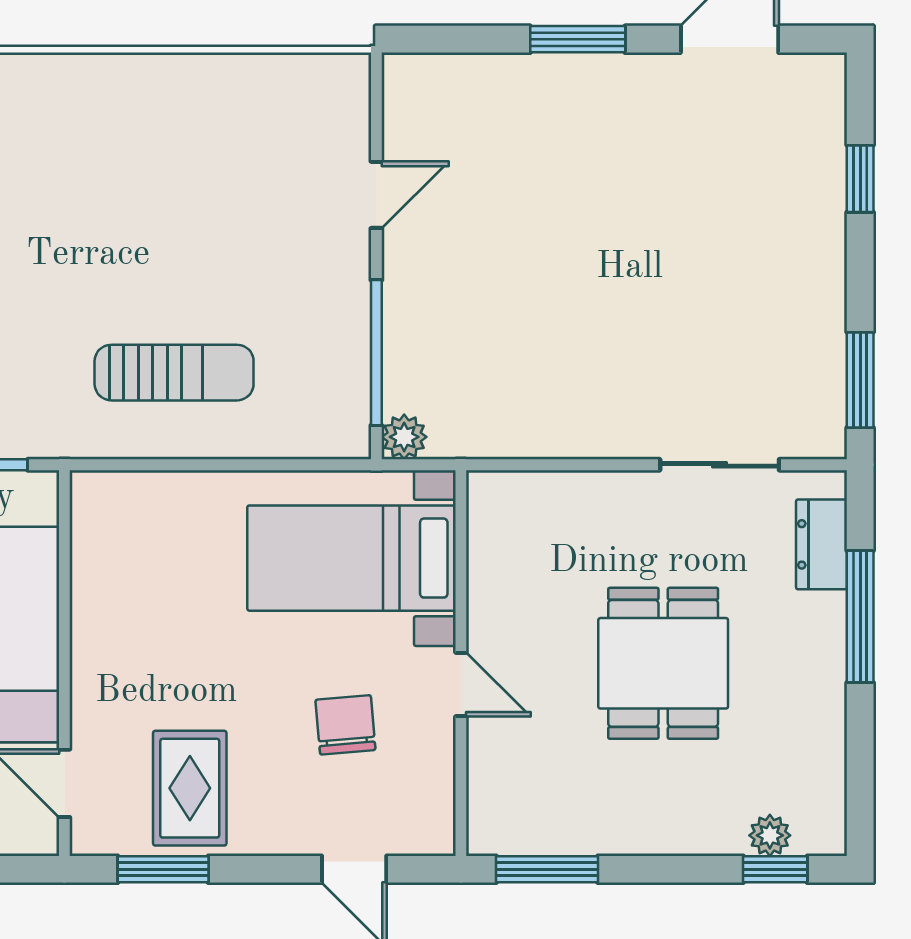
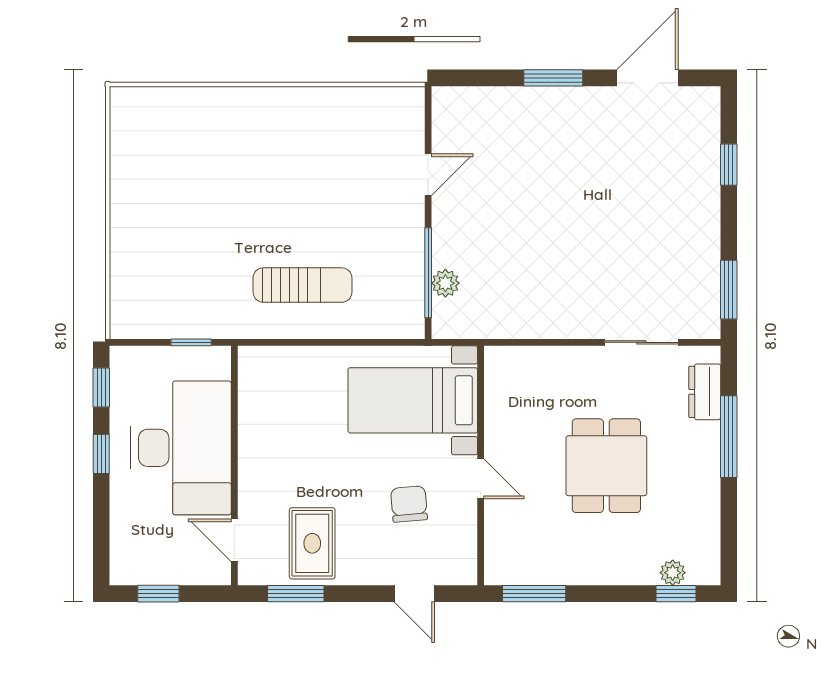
plant: (404, 437) -> (445, 283), moved

